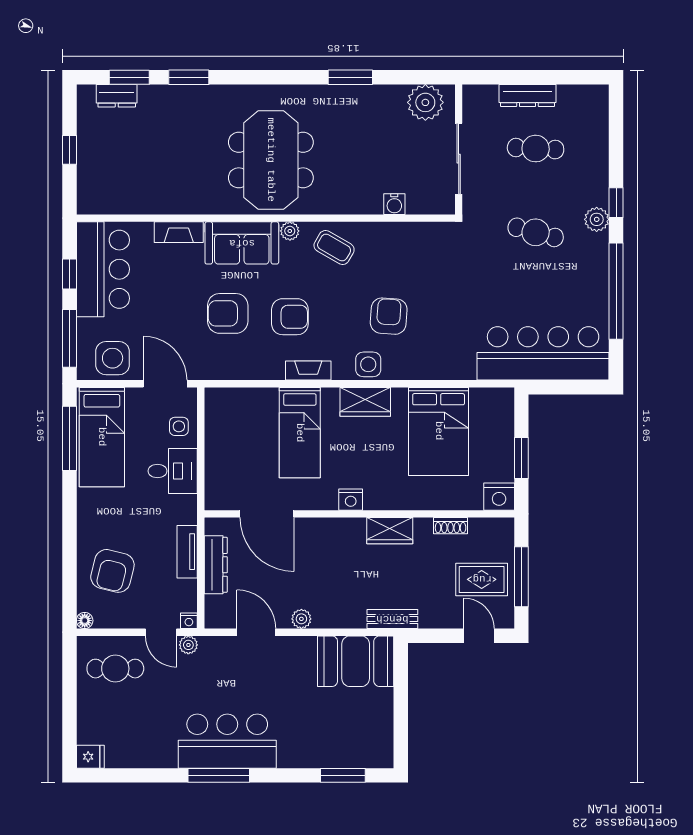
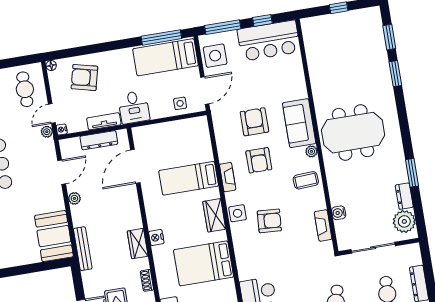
dresser: (117, 96) -> (404, 196), moved
fireplace: (179, 232) -> (323, 225), moved
coffee table: (334, 248) -> (306, 180), turned 57
desk: (173, 471) -> (134, 107), moved
nightstand: (351, 500) -> (156, 237), moved
bench: (392, 619) -> (83, 249), width x1.36

